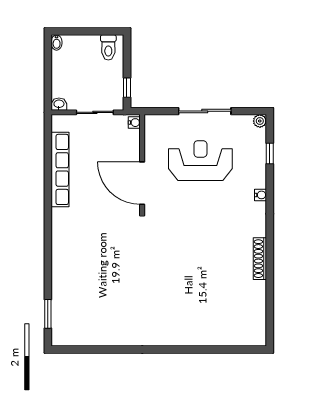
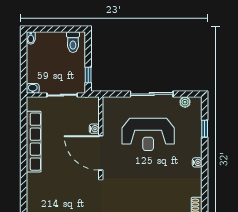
plant: (260, 121) -> (185, 102), moved
water cooler: (134, 123) -> (94, 129), moved
reception desk: (200, 161) -> (148, 134), turned 180

